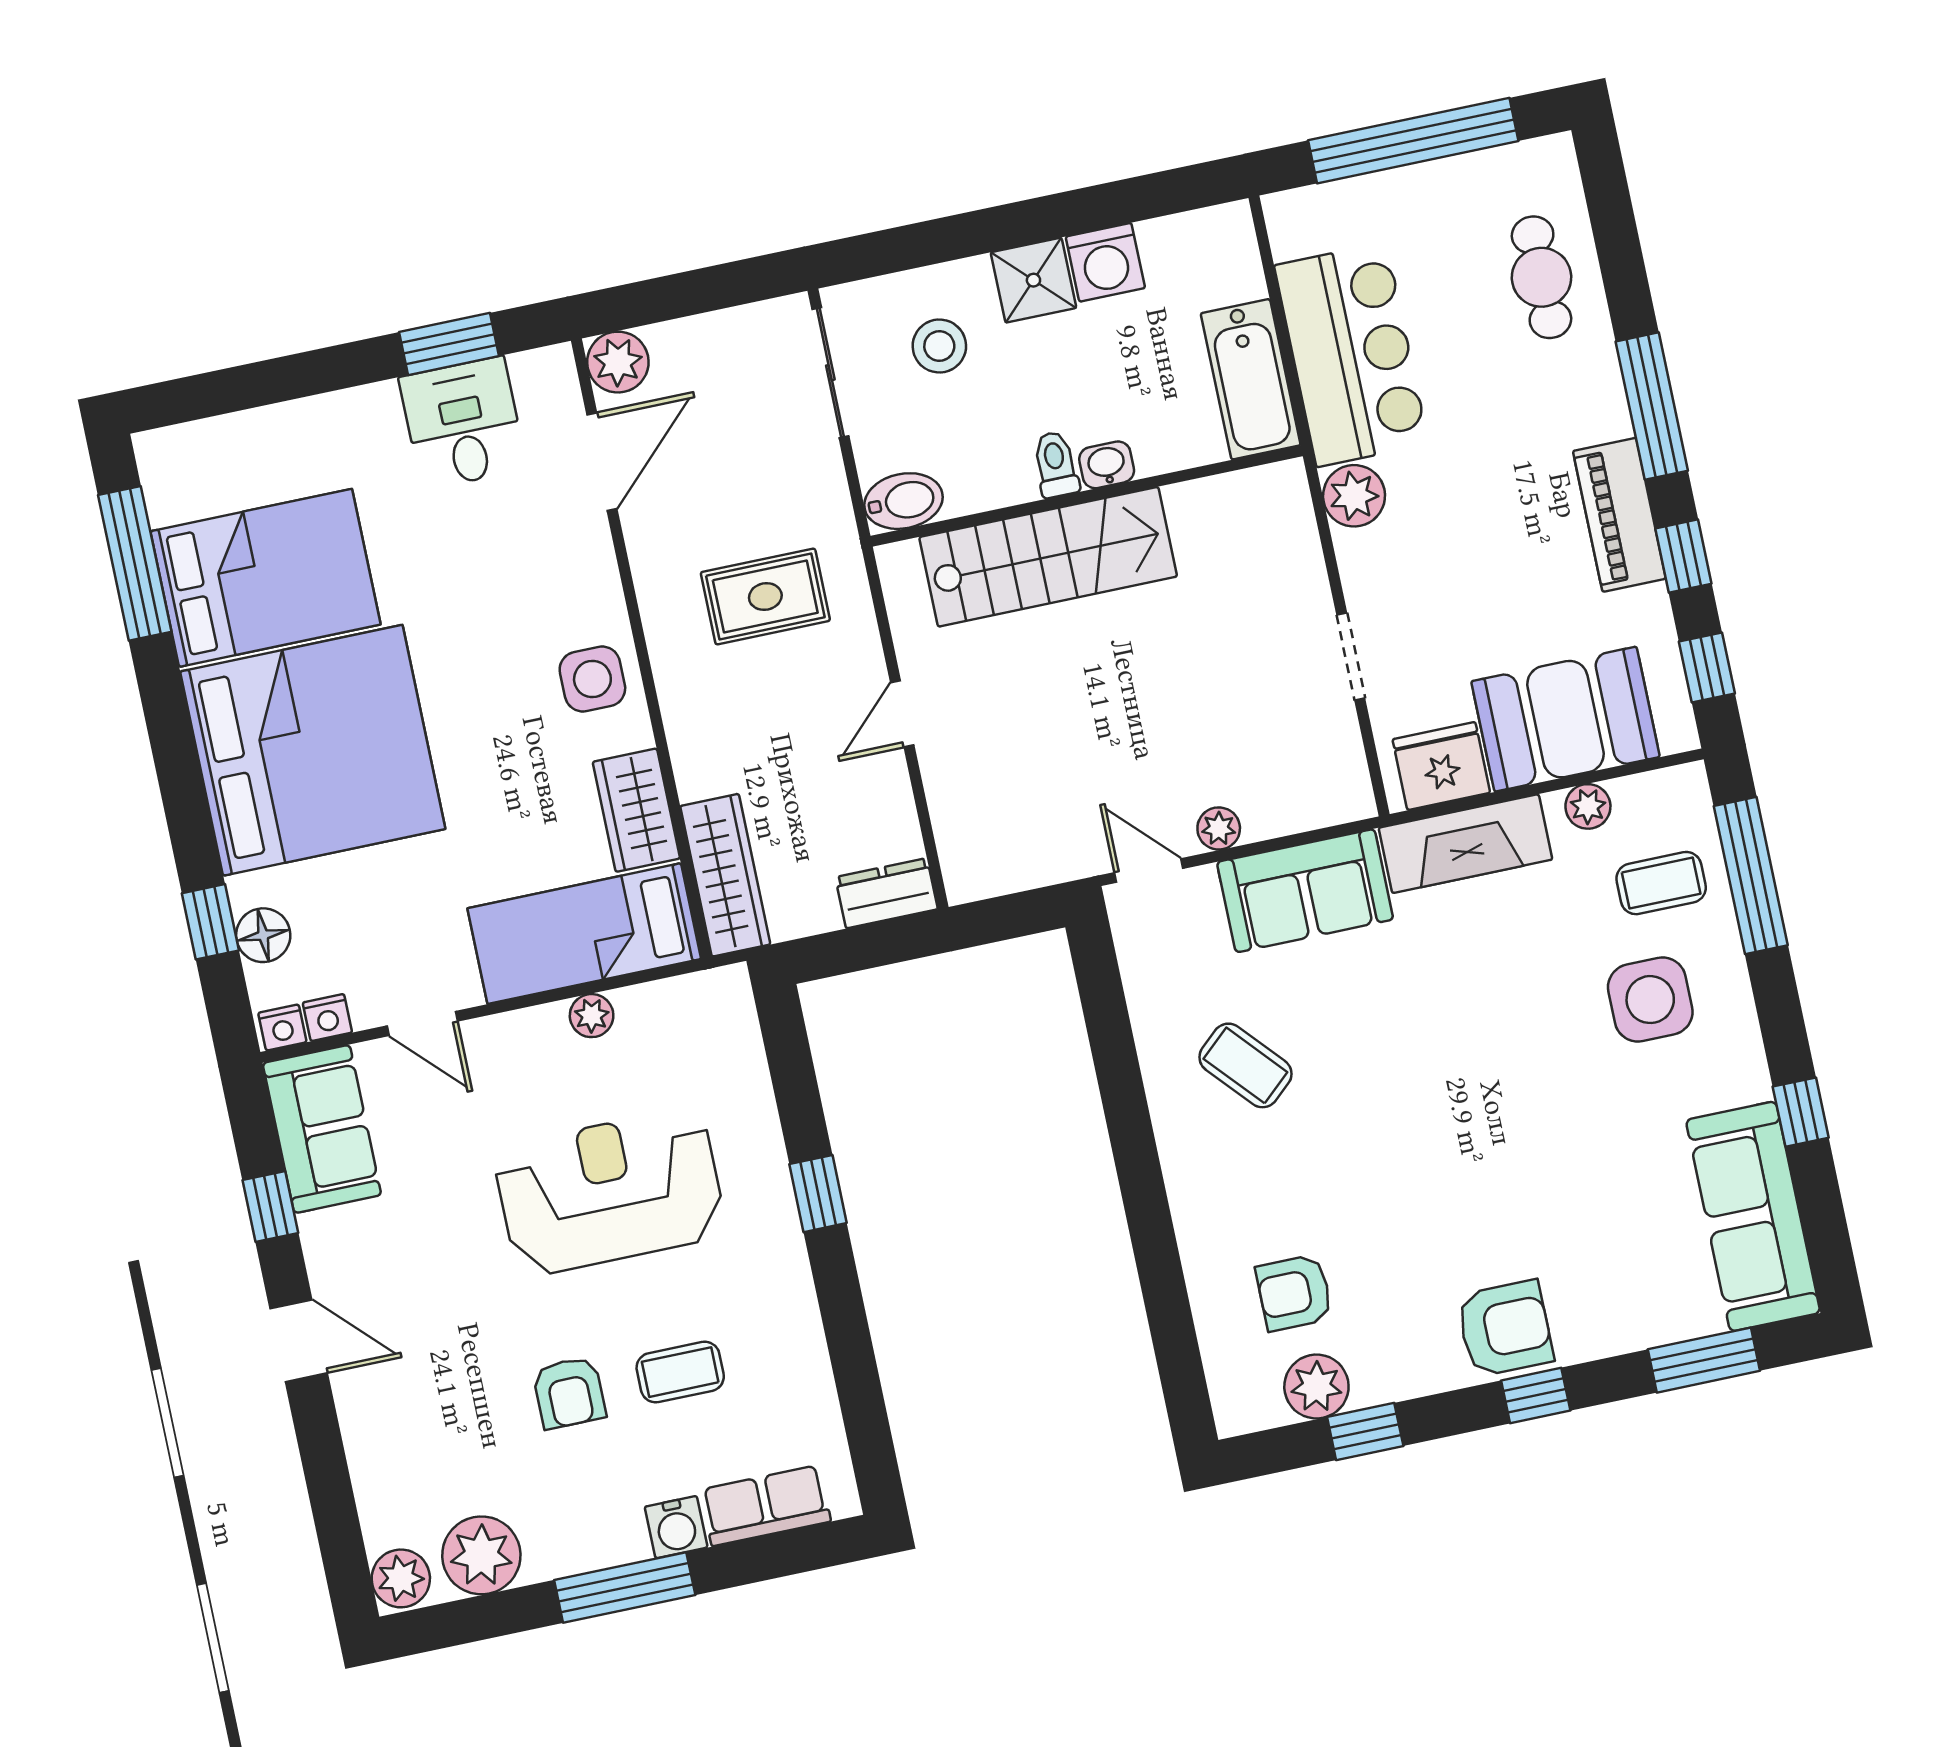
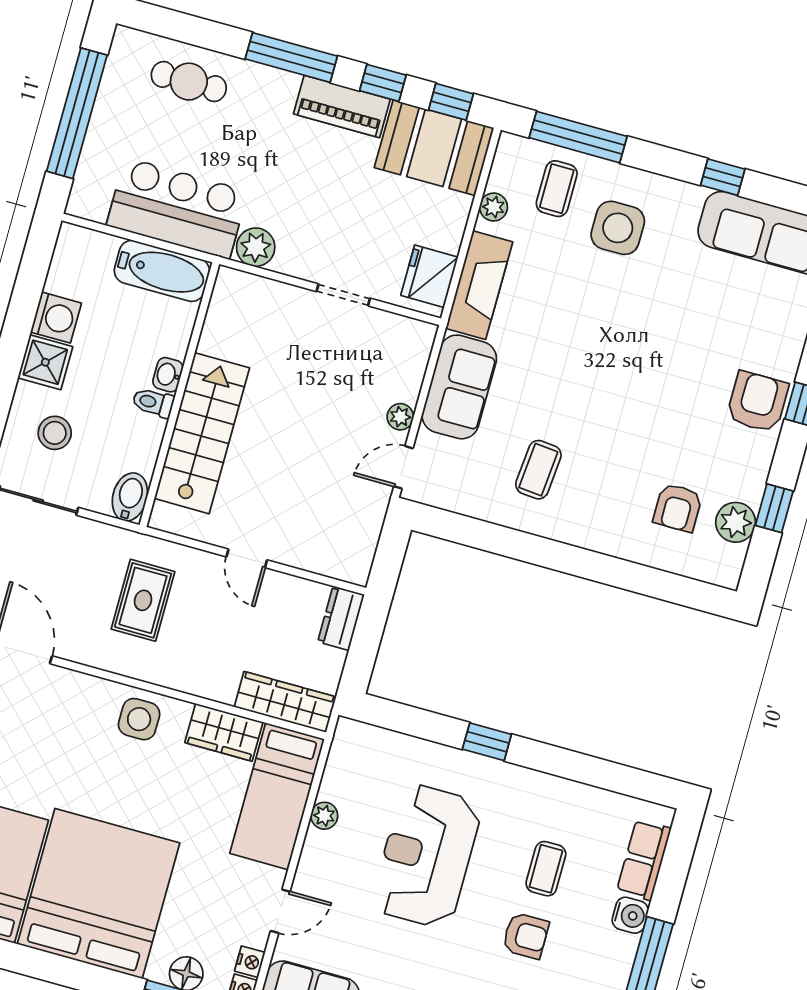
booth: (1565, 719) -> (434, 148), moved, turned 90
coffee table: (1245, 1065) -> (538, 470), turned -43

